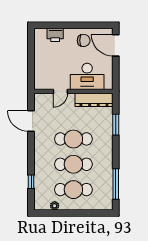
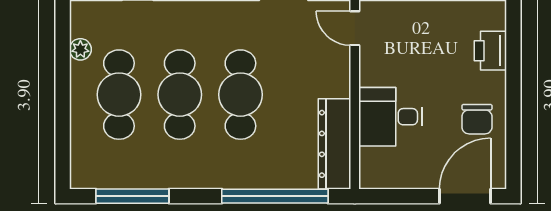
desk: (87, 76) -> (391, 117), width x0.73
door: (60, 91) -> (355, 28), moved
window: (116, 125) -> (275, 196), width x2.11

